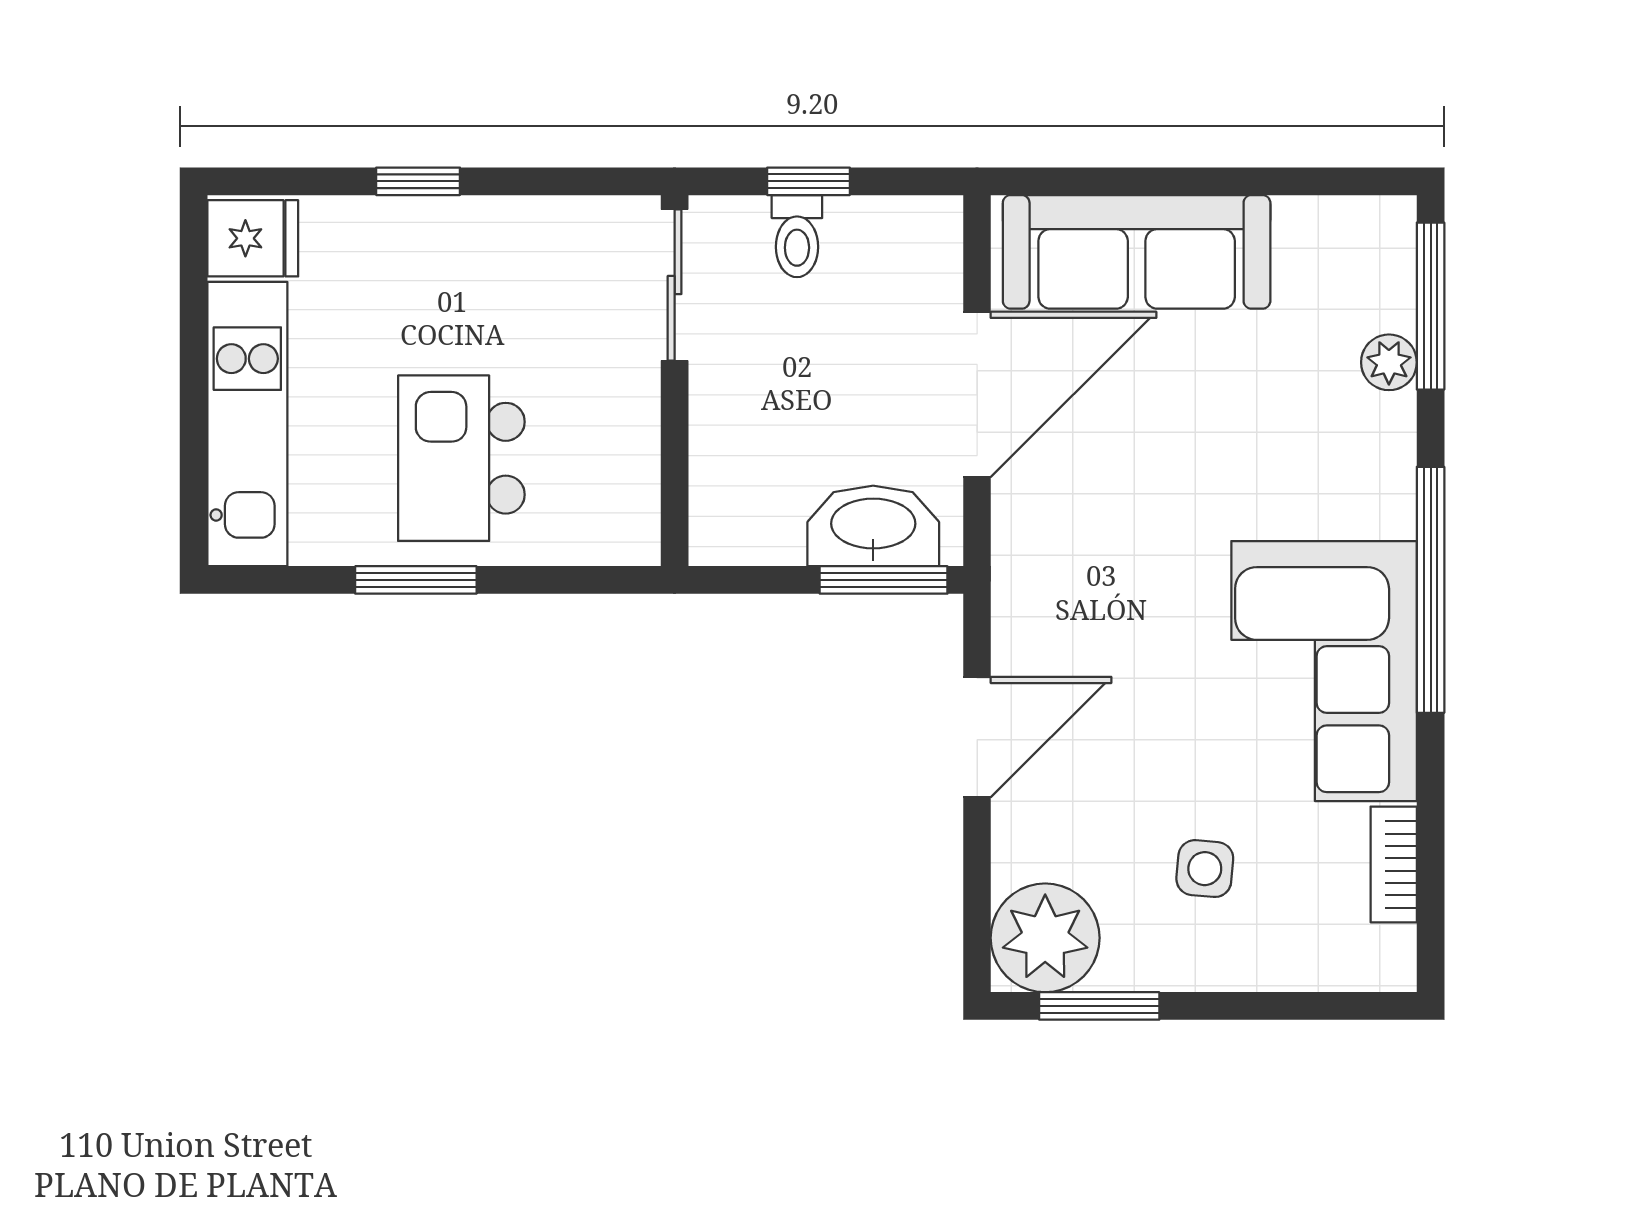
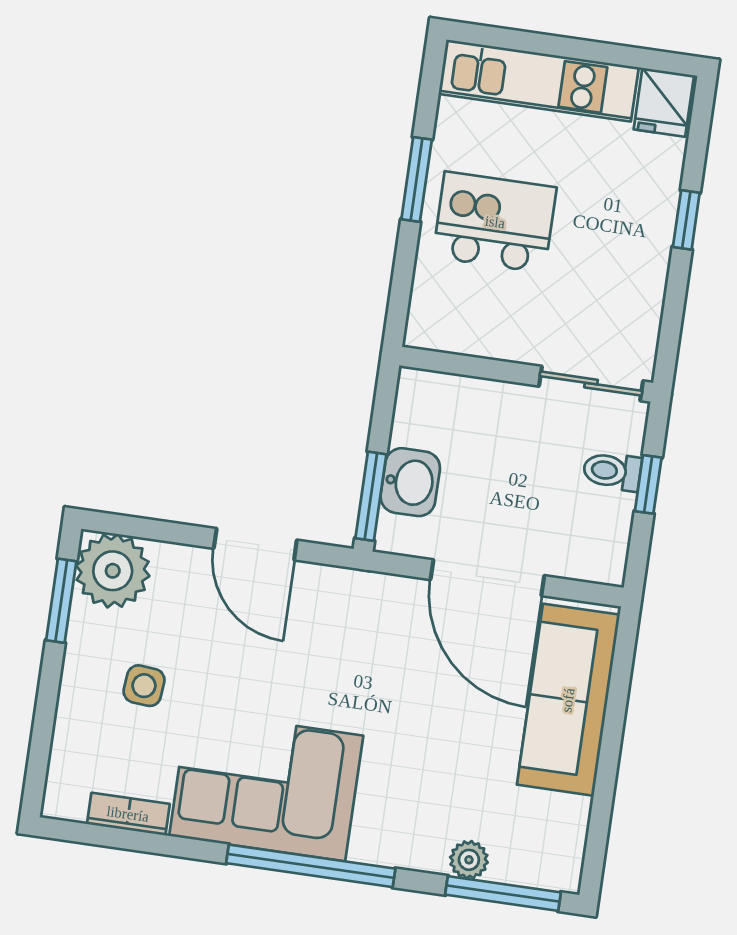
washbasin: (873, 526) -> (410, 482), width x0.72

